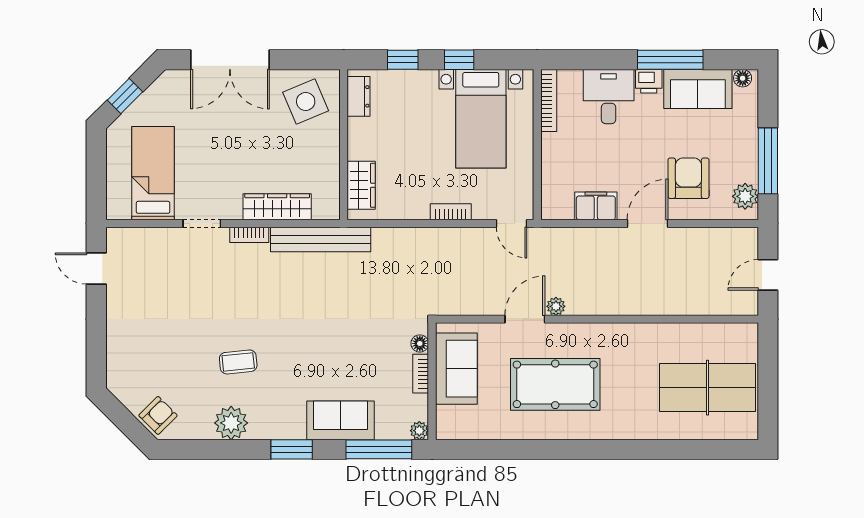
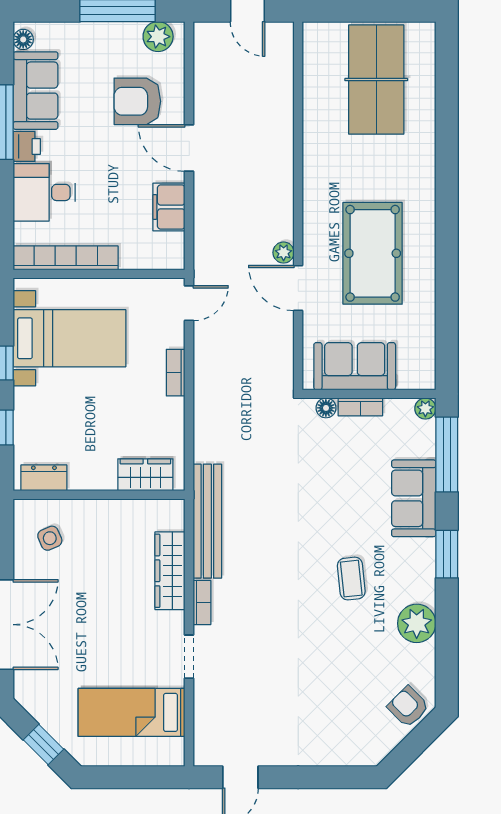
bookcase: (549, 100) -> (66, 258), width x1.48, depth x1.31
side table: (306, 102) -> (50, 538), width x0.54, depth x0.54
coffee table: (238, 362) -> (351, 579), moved

